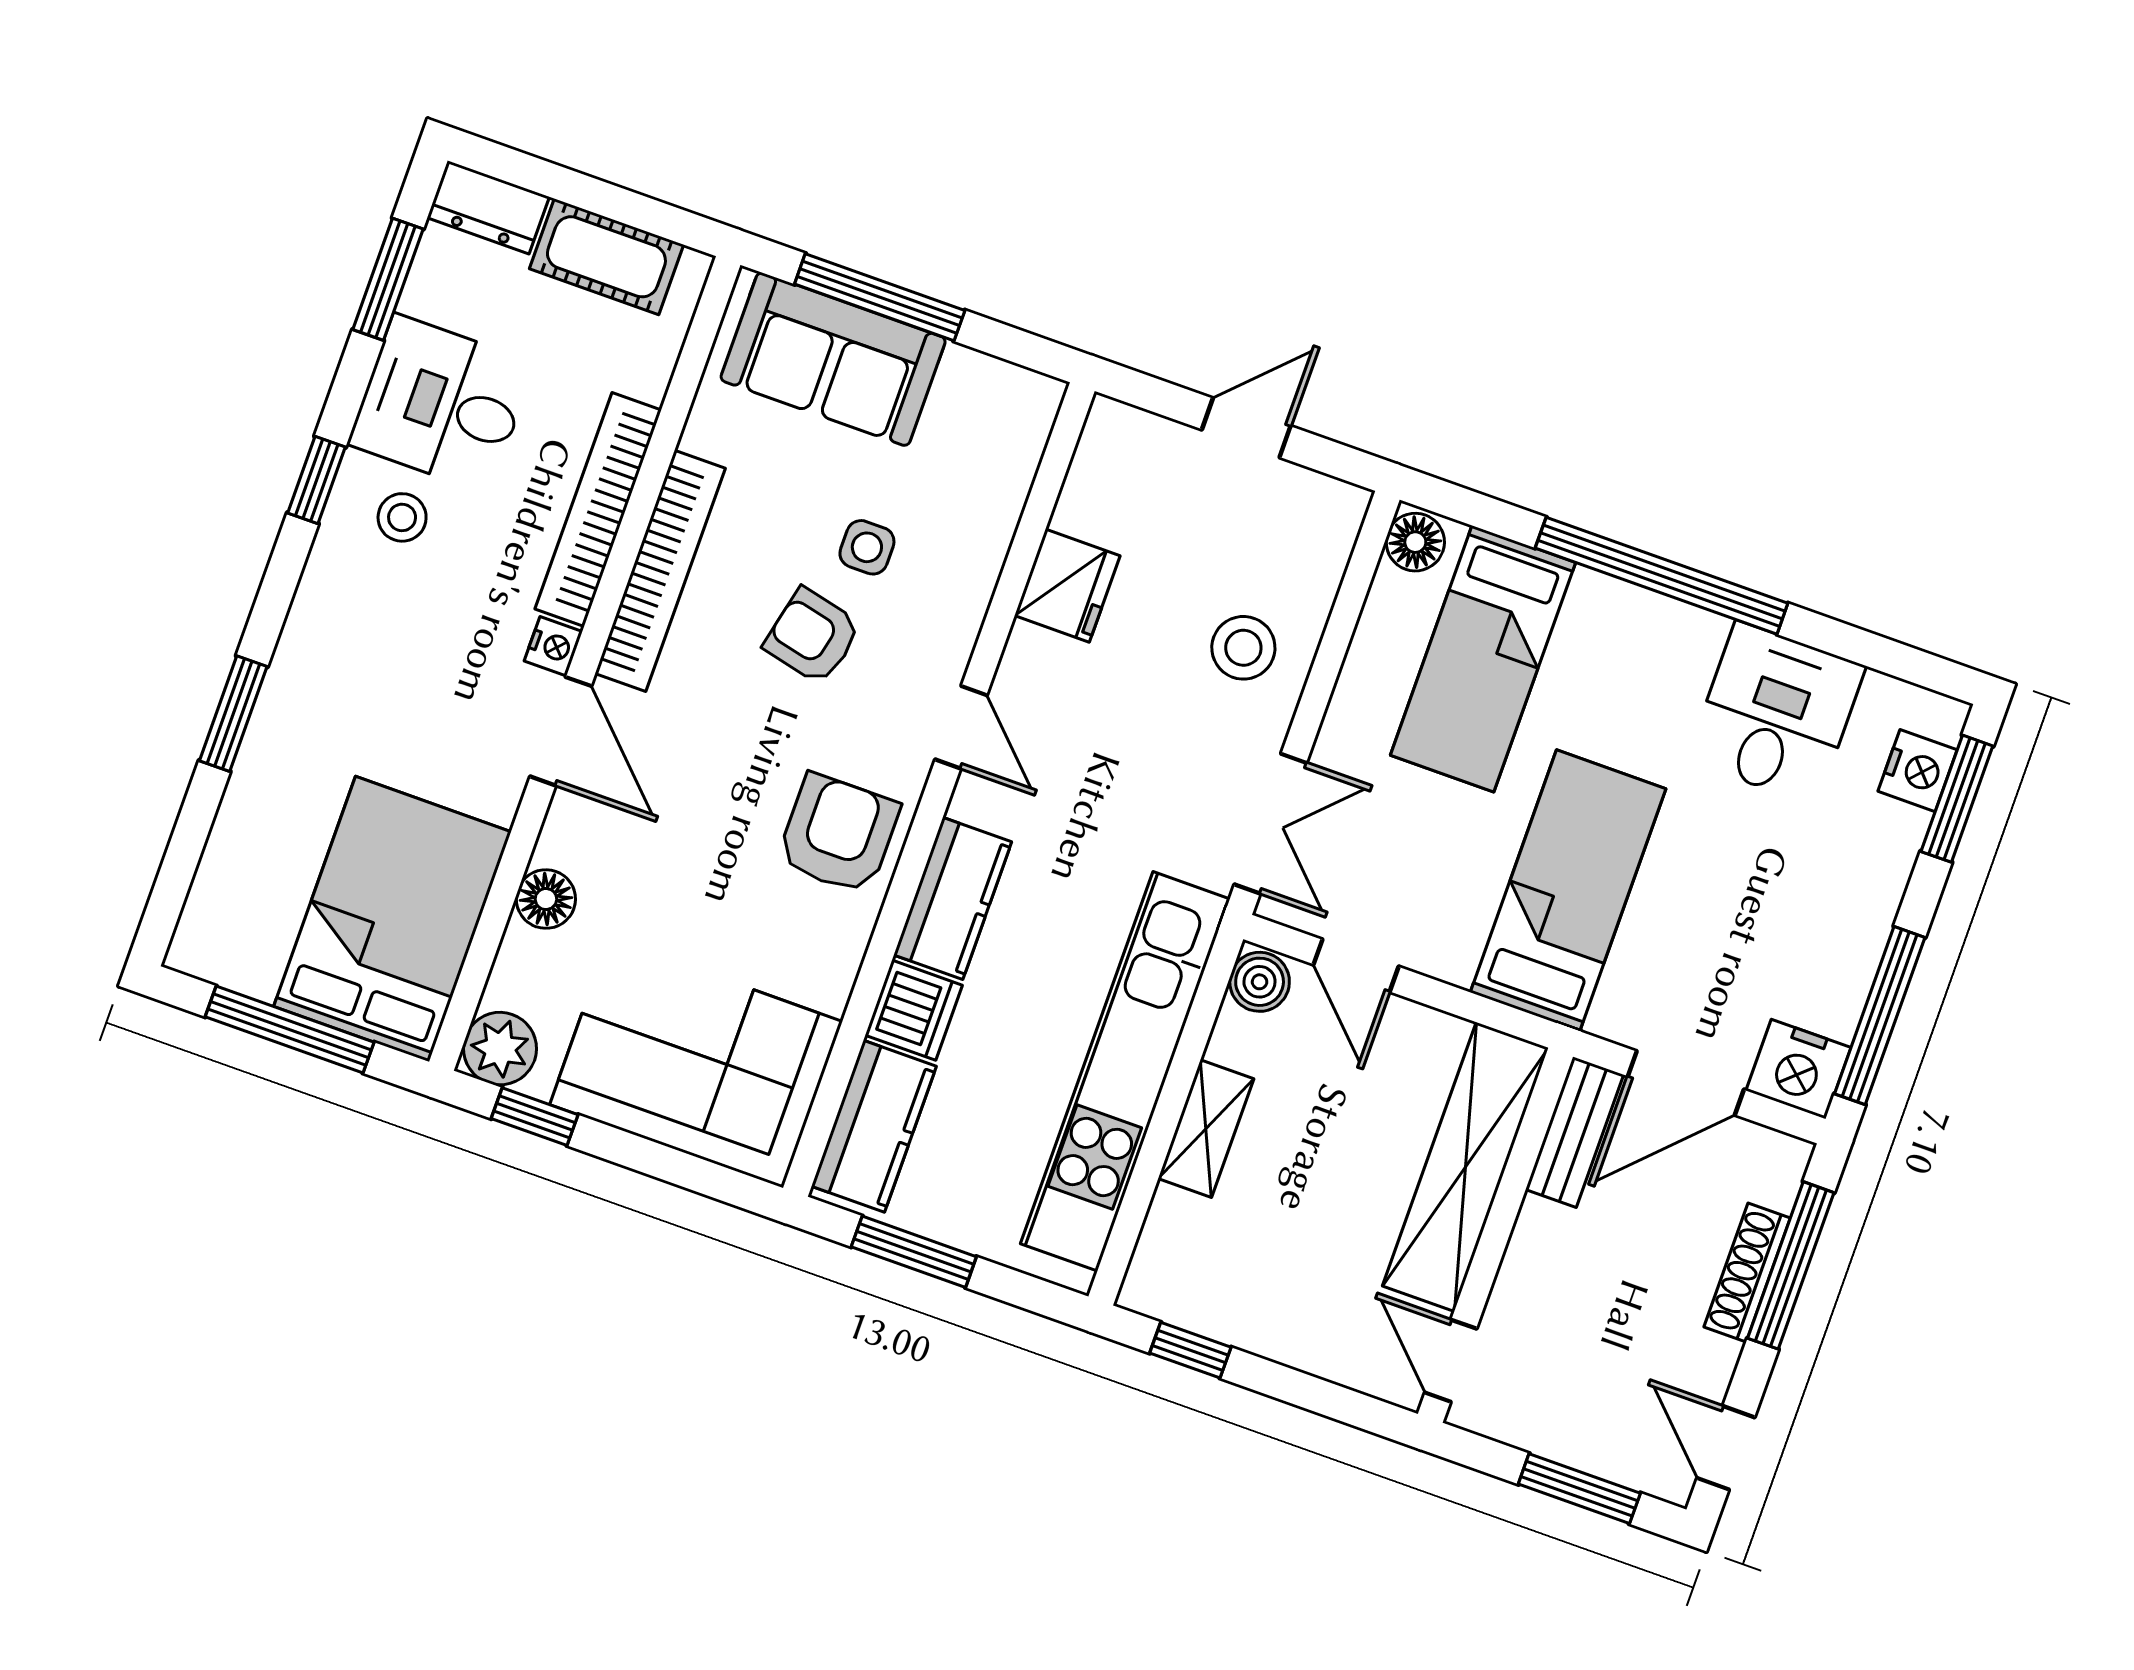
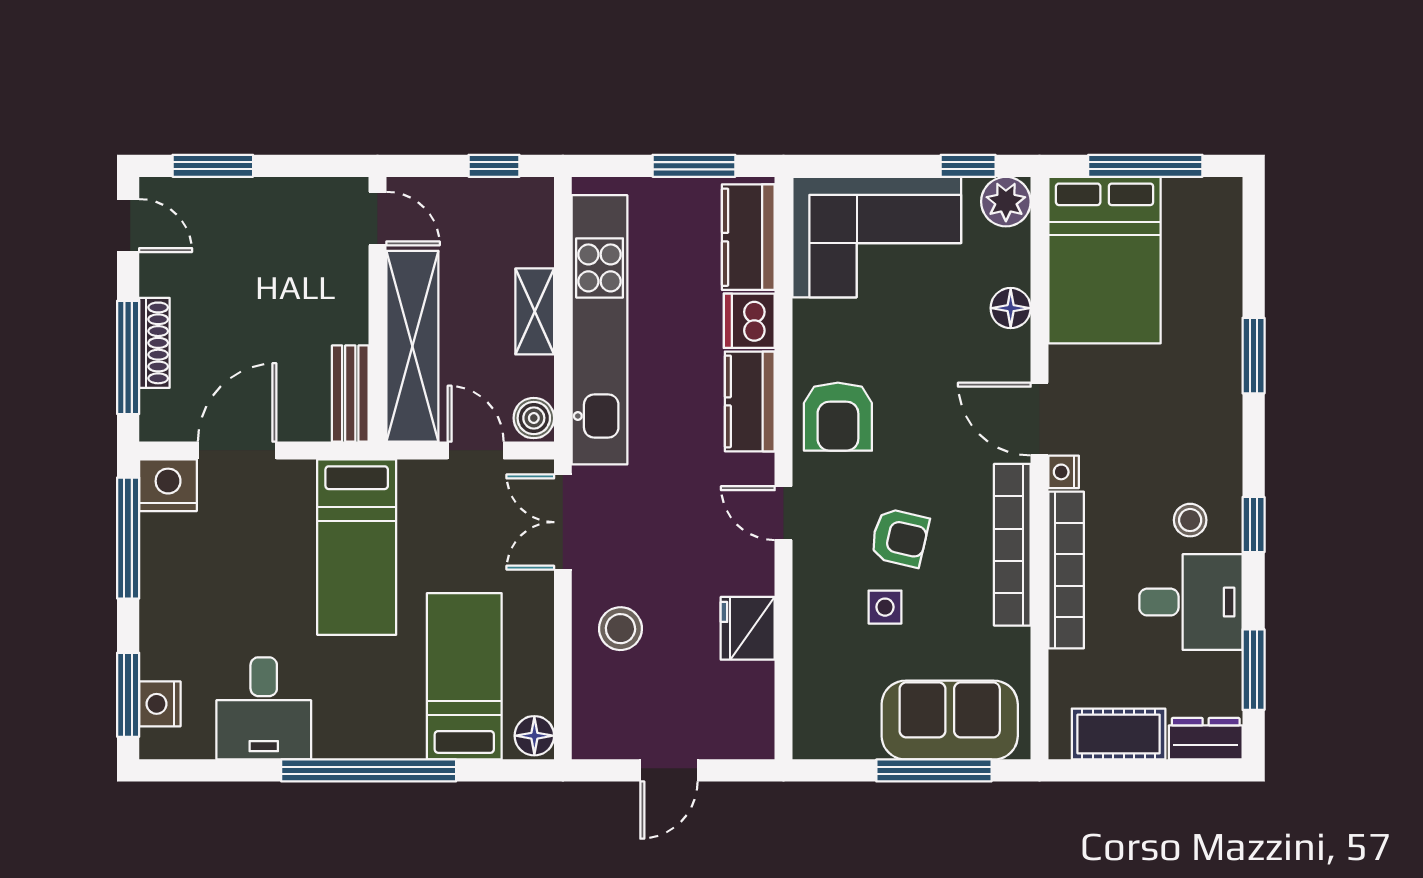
bench: (1575, 1132) -> (350, 394), moved
shelving: (1465, 1167) -> (412, 346), moved
wall: (1495, 1235) -> (378, 309), moved
door: (1451, 1361) -> (378, 219), moved

